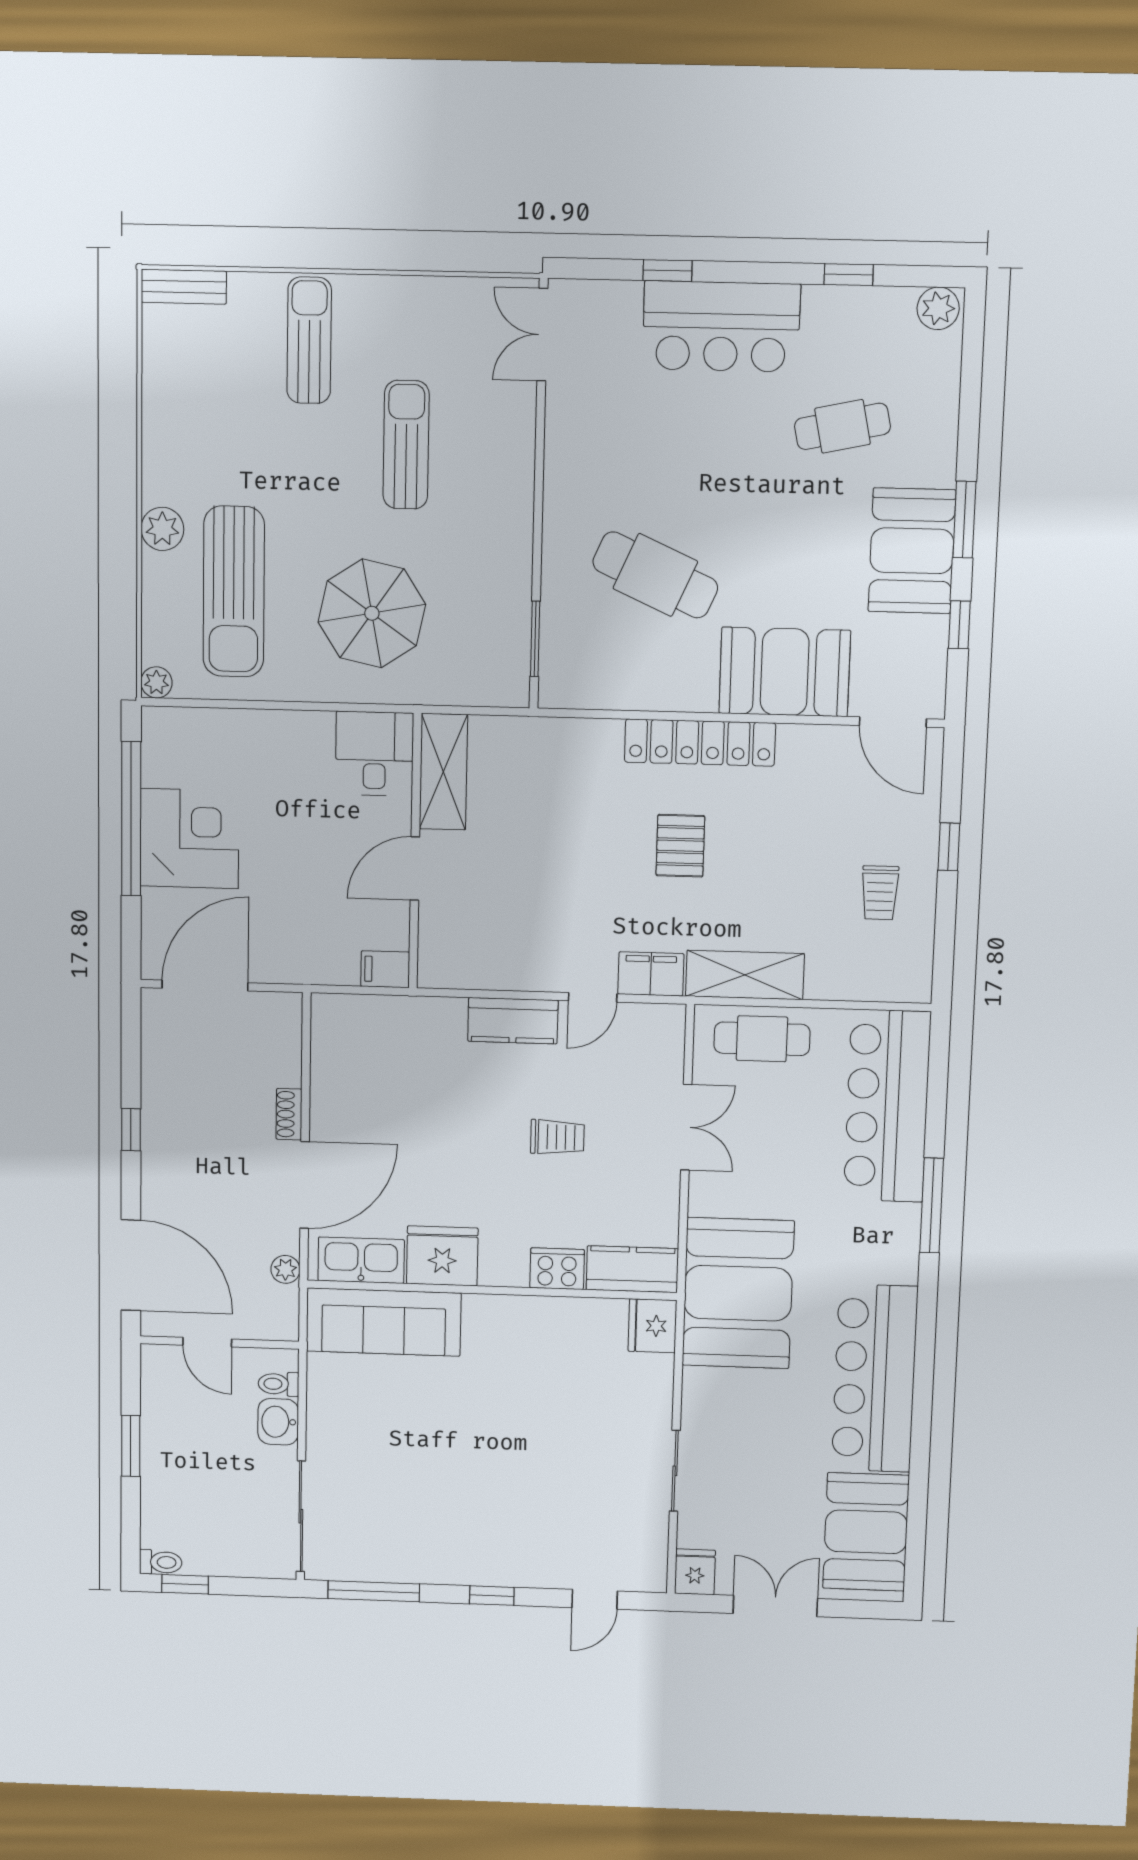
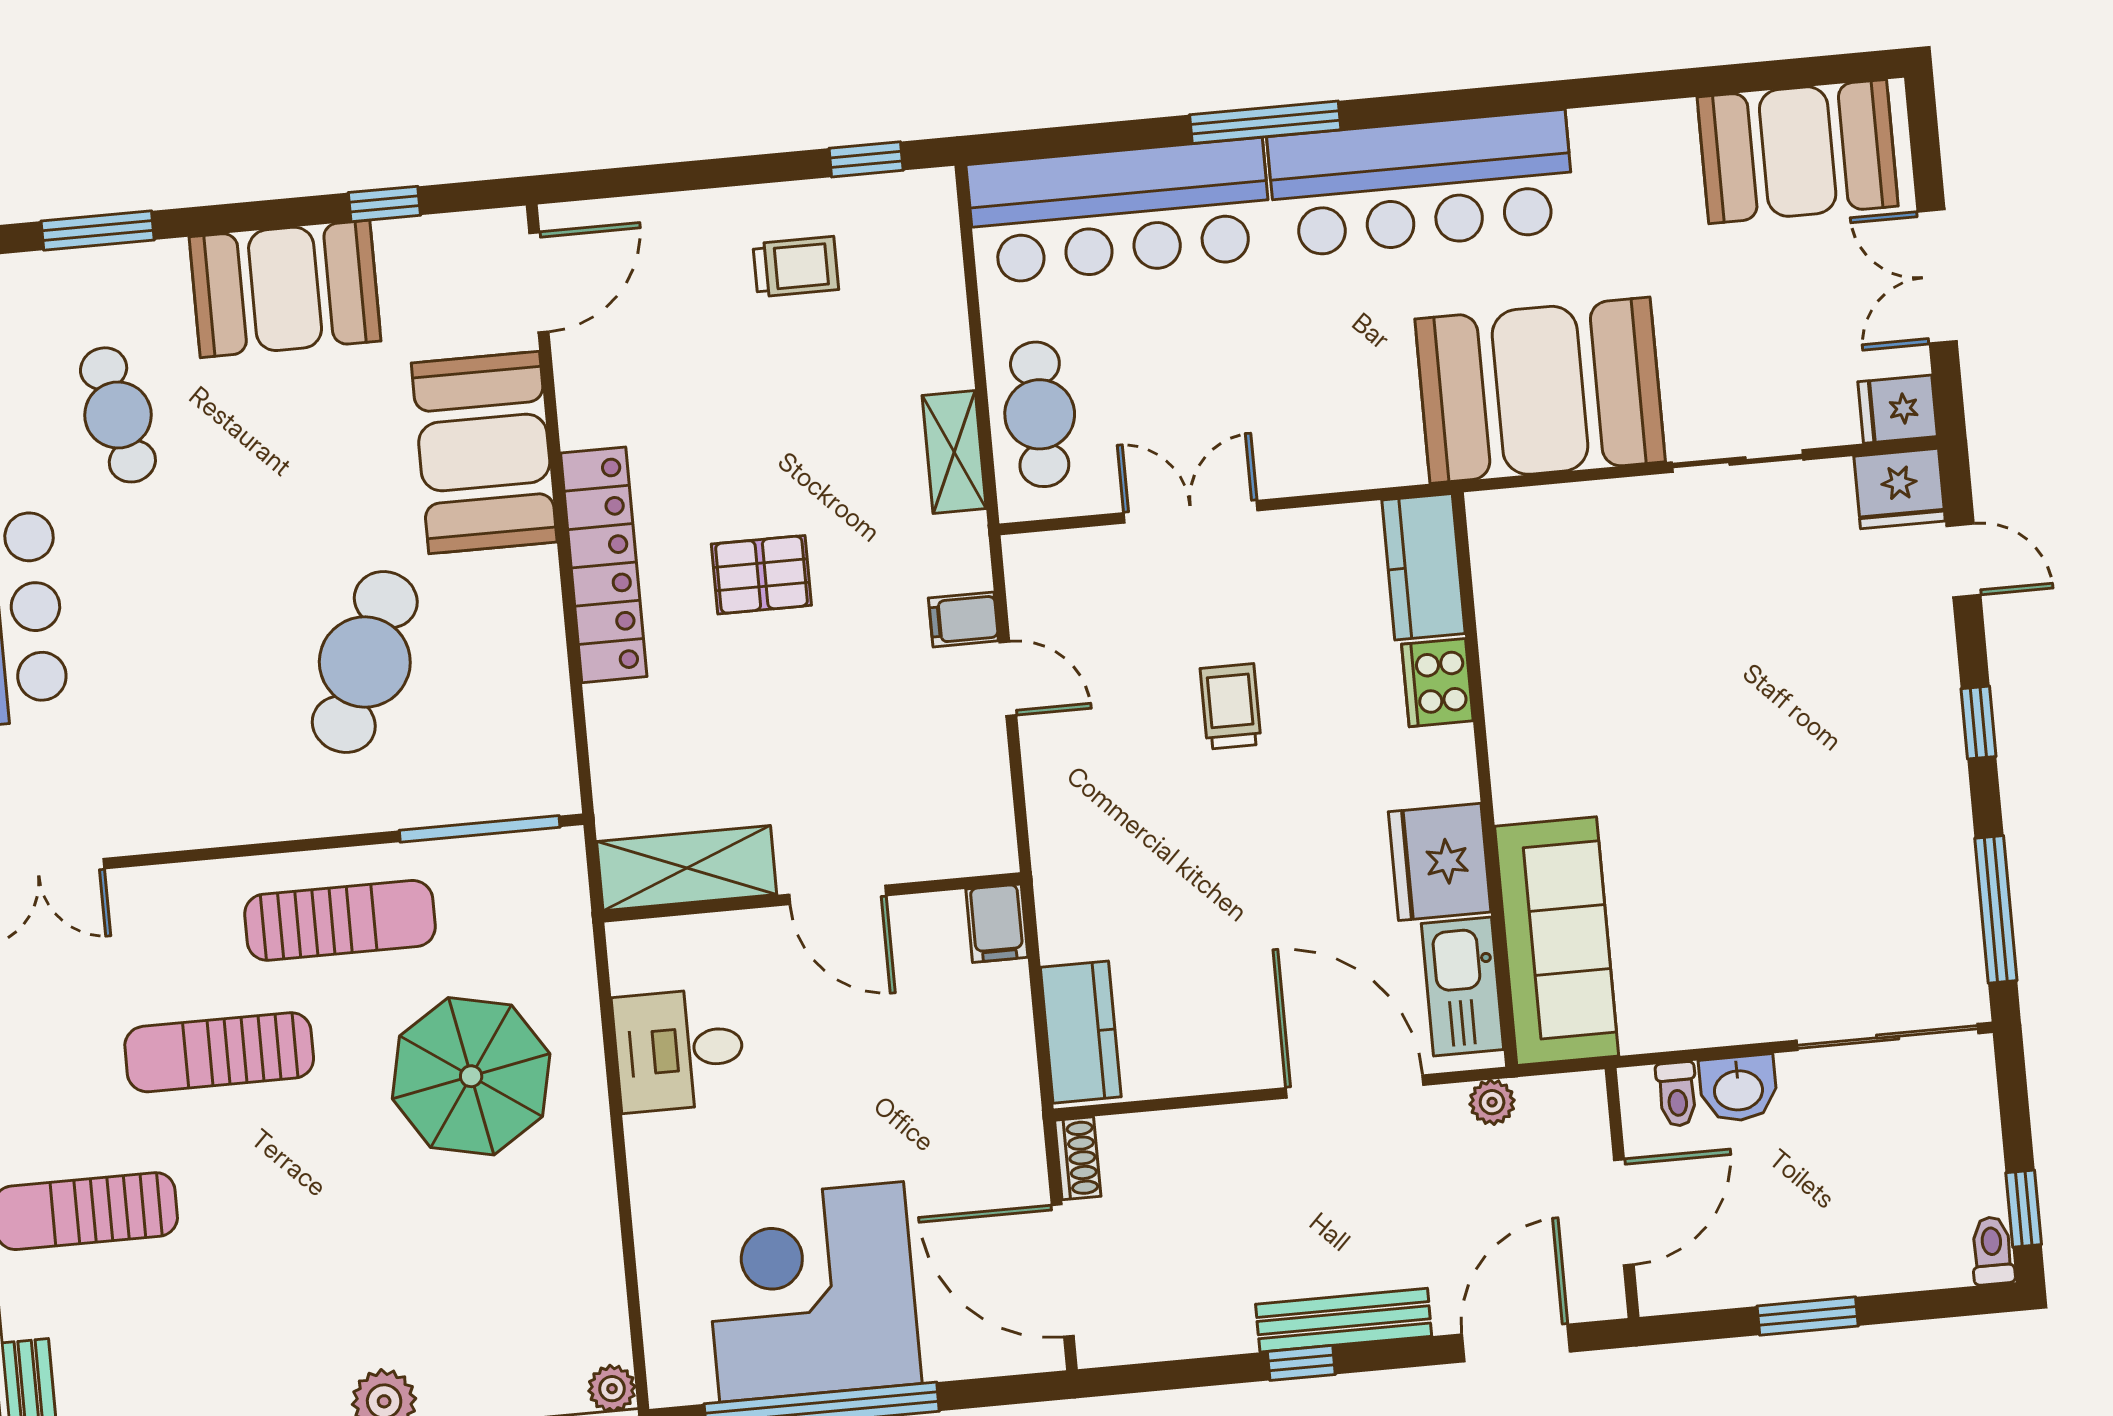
window: (964, 520) -> (98, 231), moved
sun lounger: (234, 592) -> (340, 920), moved, width x0.73, depth x0.75
window: (535, 639) -> (480, 829), width x1.44
shelving: (443, 772) -> (687, 868), moved
corner desk: (190, 839) -> (812, 1292), width x1.36, depth x1.36
window: (949, 847) -> (866, 159), moved
wall: (415, 852) -> (812, 897), moved
door: (415, 868) -> (838, 895), moved
filing cabinet: (385, 969) -> (997, 923), moved
filing cabinet: (651, 974) -> (963, 619), width x0.50
shelving: (745, 975) -> (954, 452), width x0.67, depth x0.75
kitchen counter: (513, 1021) -> (1081, 1032), moved
shoe rack: (289, 1114) -> (1078, 1158), moved, turned -90
bench: (156, 1160) -> (1344, 1320), added
door: (131, 1265) -> (1516, 1343), width x0.73
booth: (738, 1293) -> (1540, 390), moved
fridge: (652, 1326) -> (1900, 489), moved
door: (207, 1342) -> (1624, 1212), width x1.38
bar counter: (875, 1378) -> (1421, 184), moved

